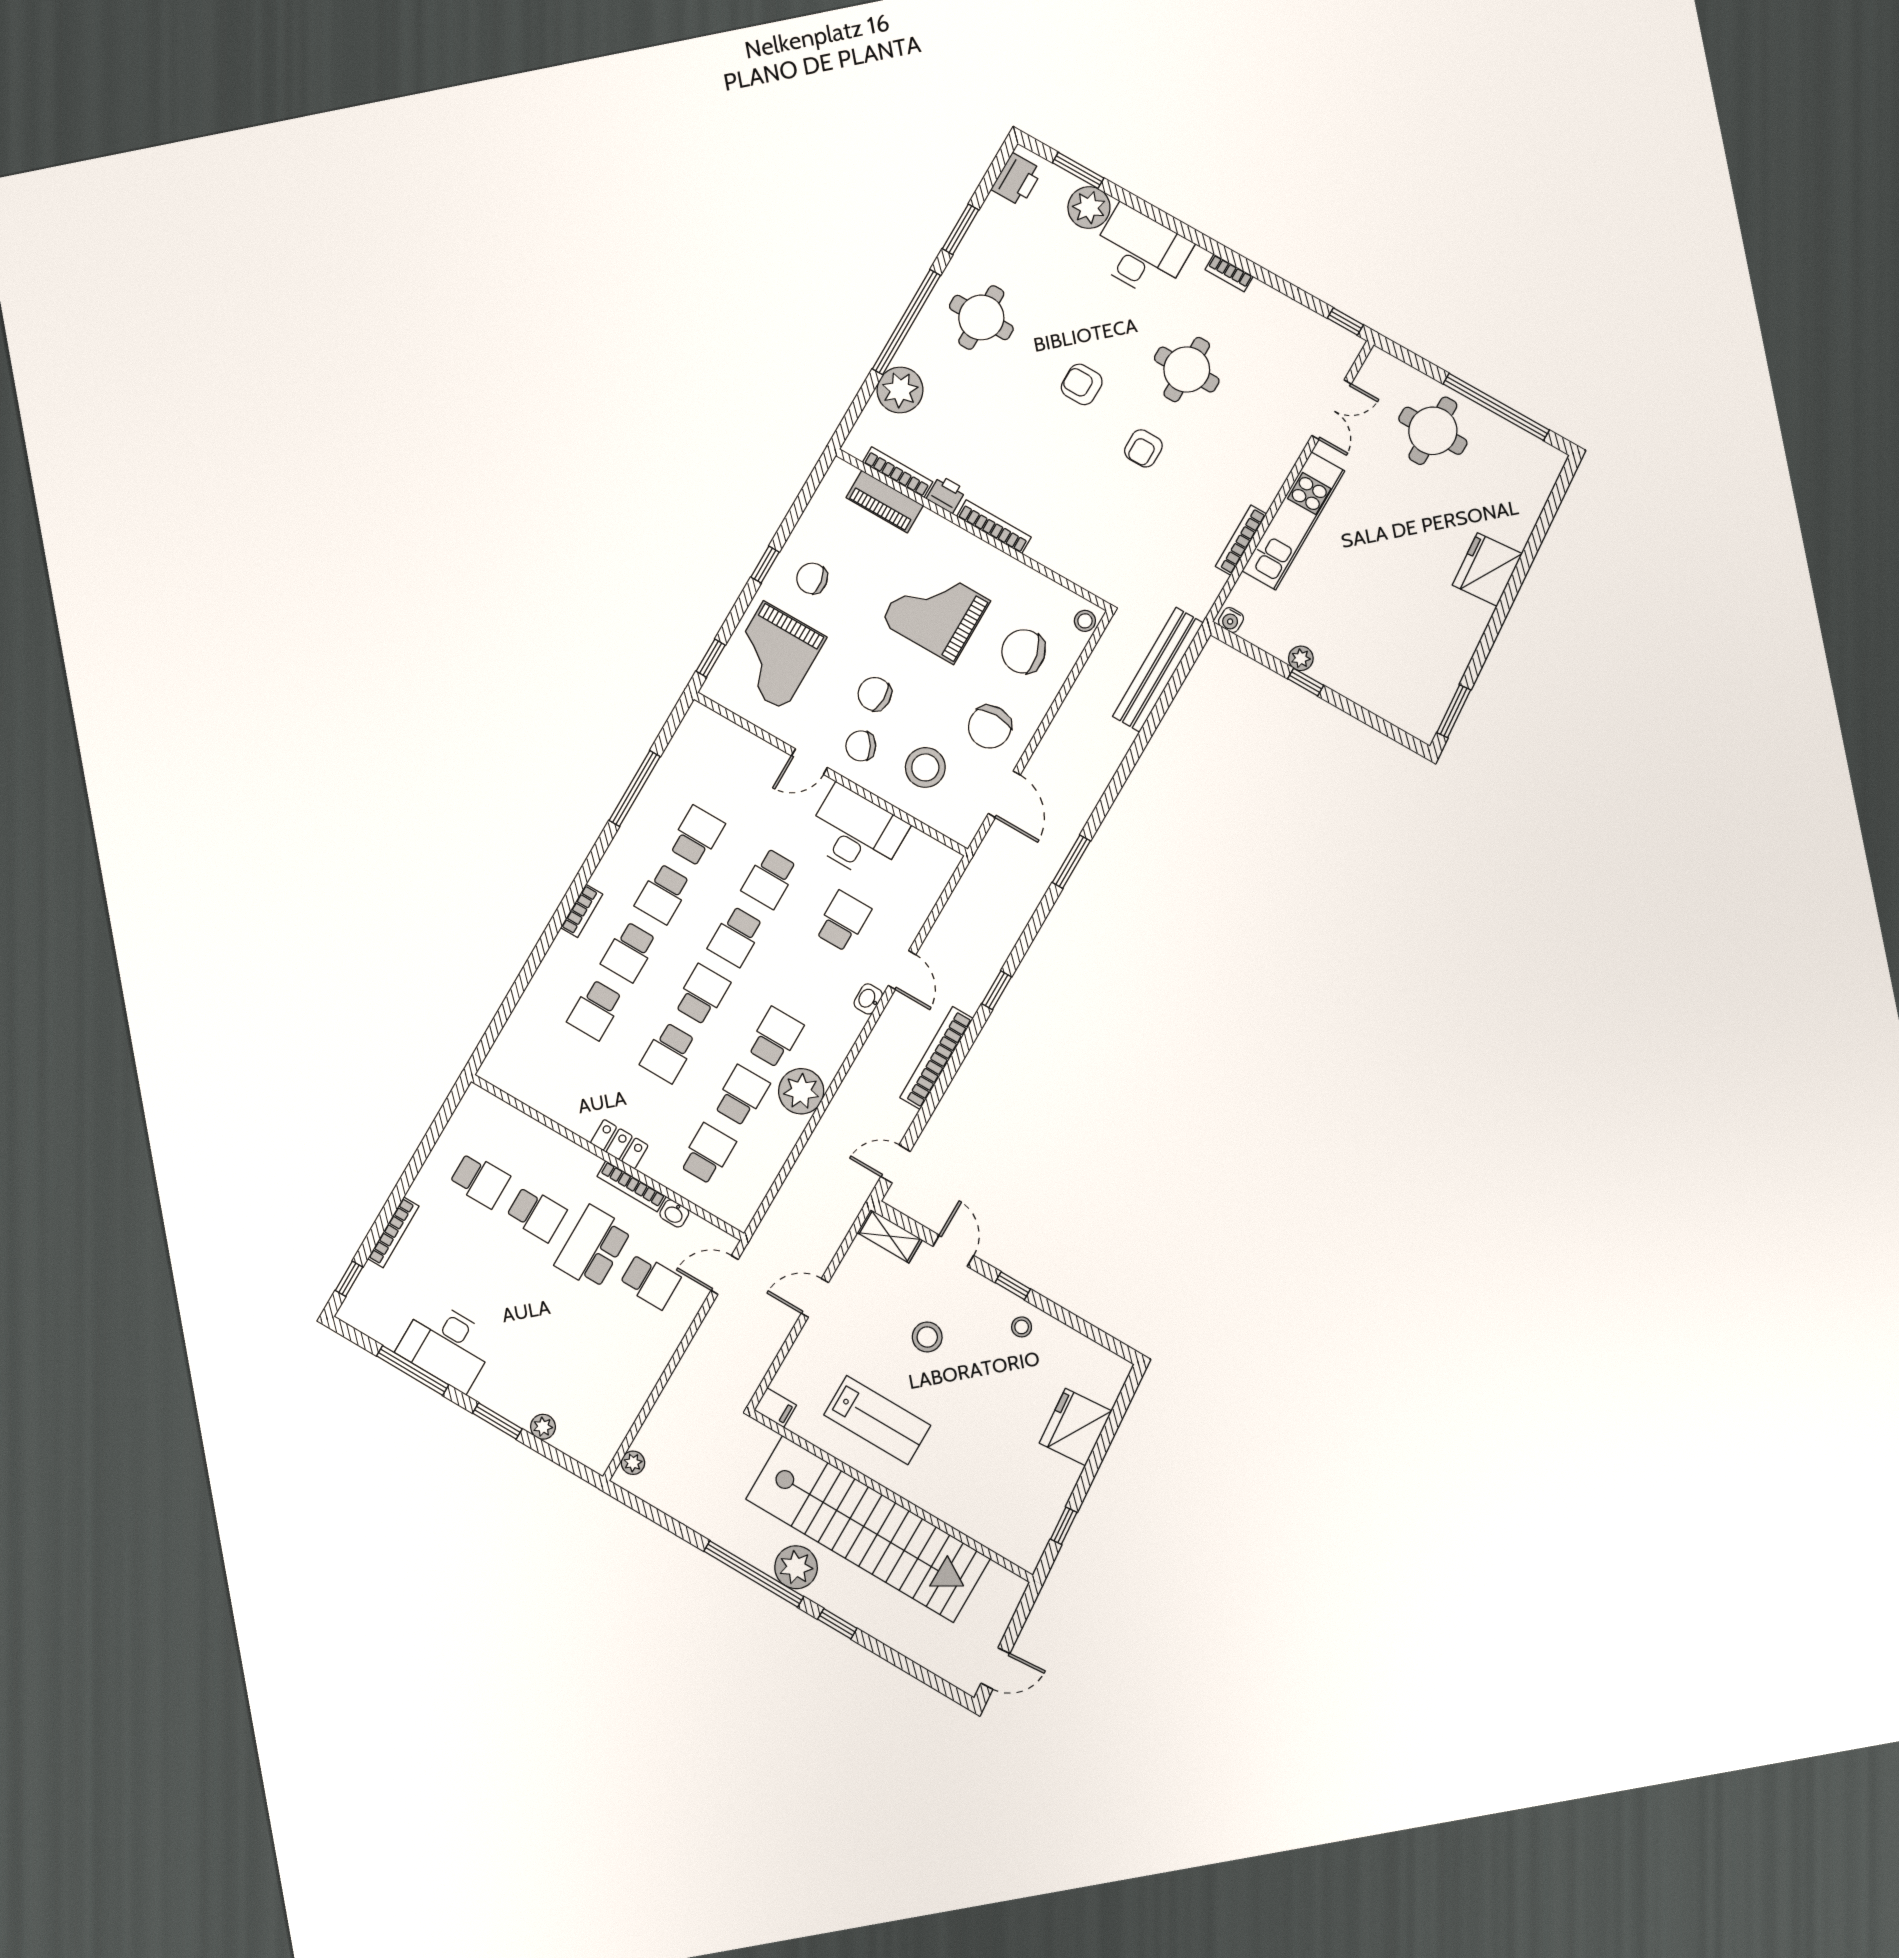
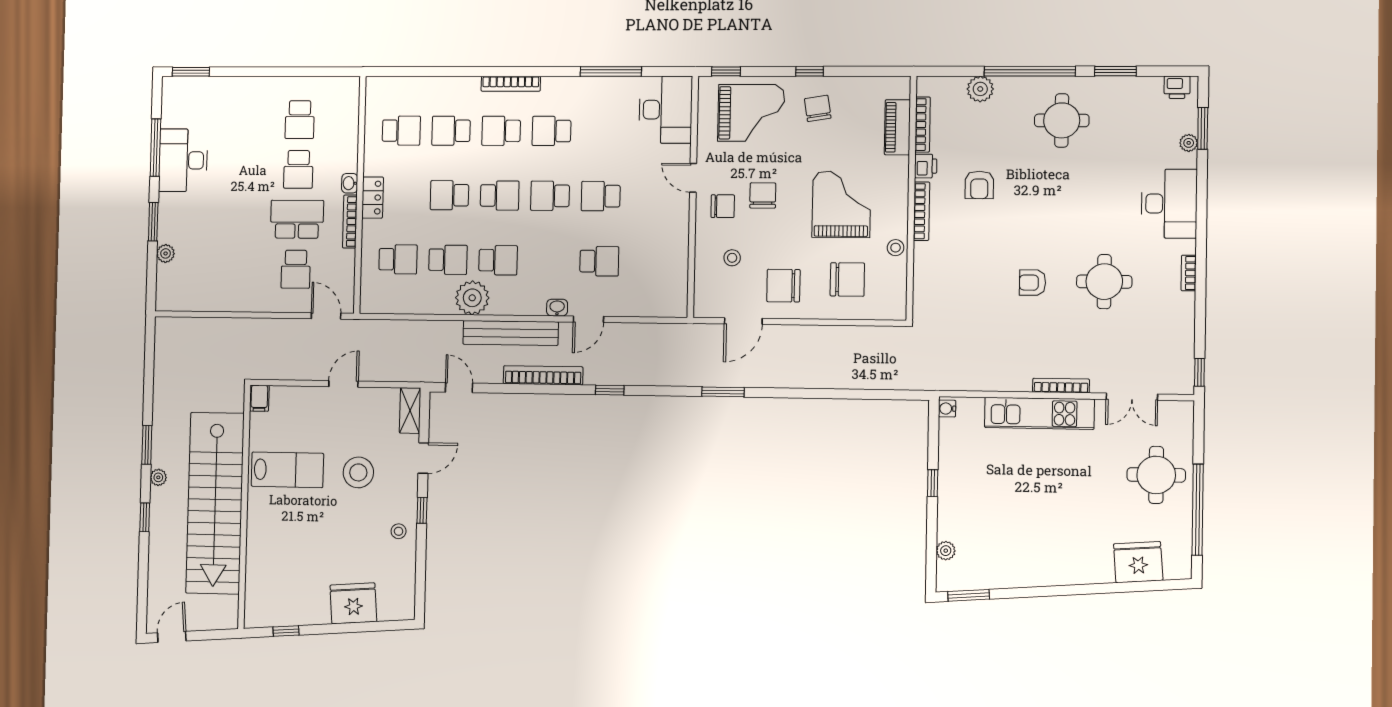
printer: (1017, 180) -> (1177, 87), width x0.73, depth x0.81
plant: (1089, 208) -> (1189, 143), width x0.53, depth x0.53
armchair: (1082, 384) -> (979, 185), moved, turned 180
plant: (900, 390) -> (980, 89), width x0.73, depth x0.73
bookcase: (1241, 540) -> (1061, 386), moved
fridge: (1487, 569) -> (1138, 562), moved
stool: (1085, 621) -> (896, 248), moved
chair: (1024, 651) -> (847, 280), turned 103
grand piano: (774, 656) -> (751, 113), turned 180
plant: (1301, 658) -> (946, 551), moved
bench: (1158, 670) -> (511, 333), moved
chair: (861, 746) -> (723, 206), turned 120
stool: (925, 767) -> (732, 258), width x0.53, depth x0.53
desk: (856, 833) -> (666, 110), moved
school desk: (697, 836) -> (401, 131), moved
bookcase: (582, 911) -> (511, 84), width x1.56
washbasin: (674, 1213) -> (350, 183), moved
bookcase: (393, 1232) -> (236, 83), removed
window: (349, 1279) -> (191, 72), width x1.50
door: (815, 1298) -> (343, 384), hinge flipped
stool: (927, 1337) -> (358, 472), width x1.38, depth x1.38
lab bench: (877, 1420) -> (287, 470), turned -90
plant: (633, 1463) -> (174, 325), removed
plant: (796, 1567) -> (158, 477), width x0.53, depth x0.53
window: (754, 1574) -> (147, 445), width x0.47
door: (995, 1668) -> (172, 637), swing flipped

